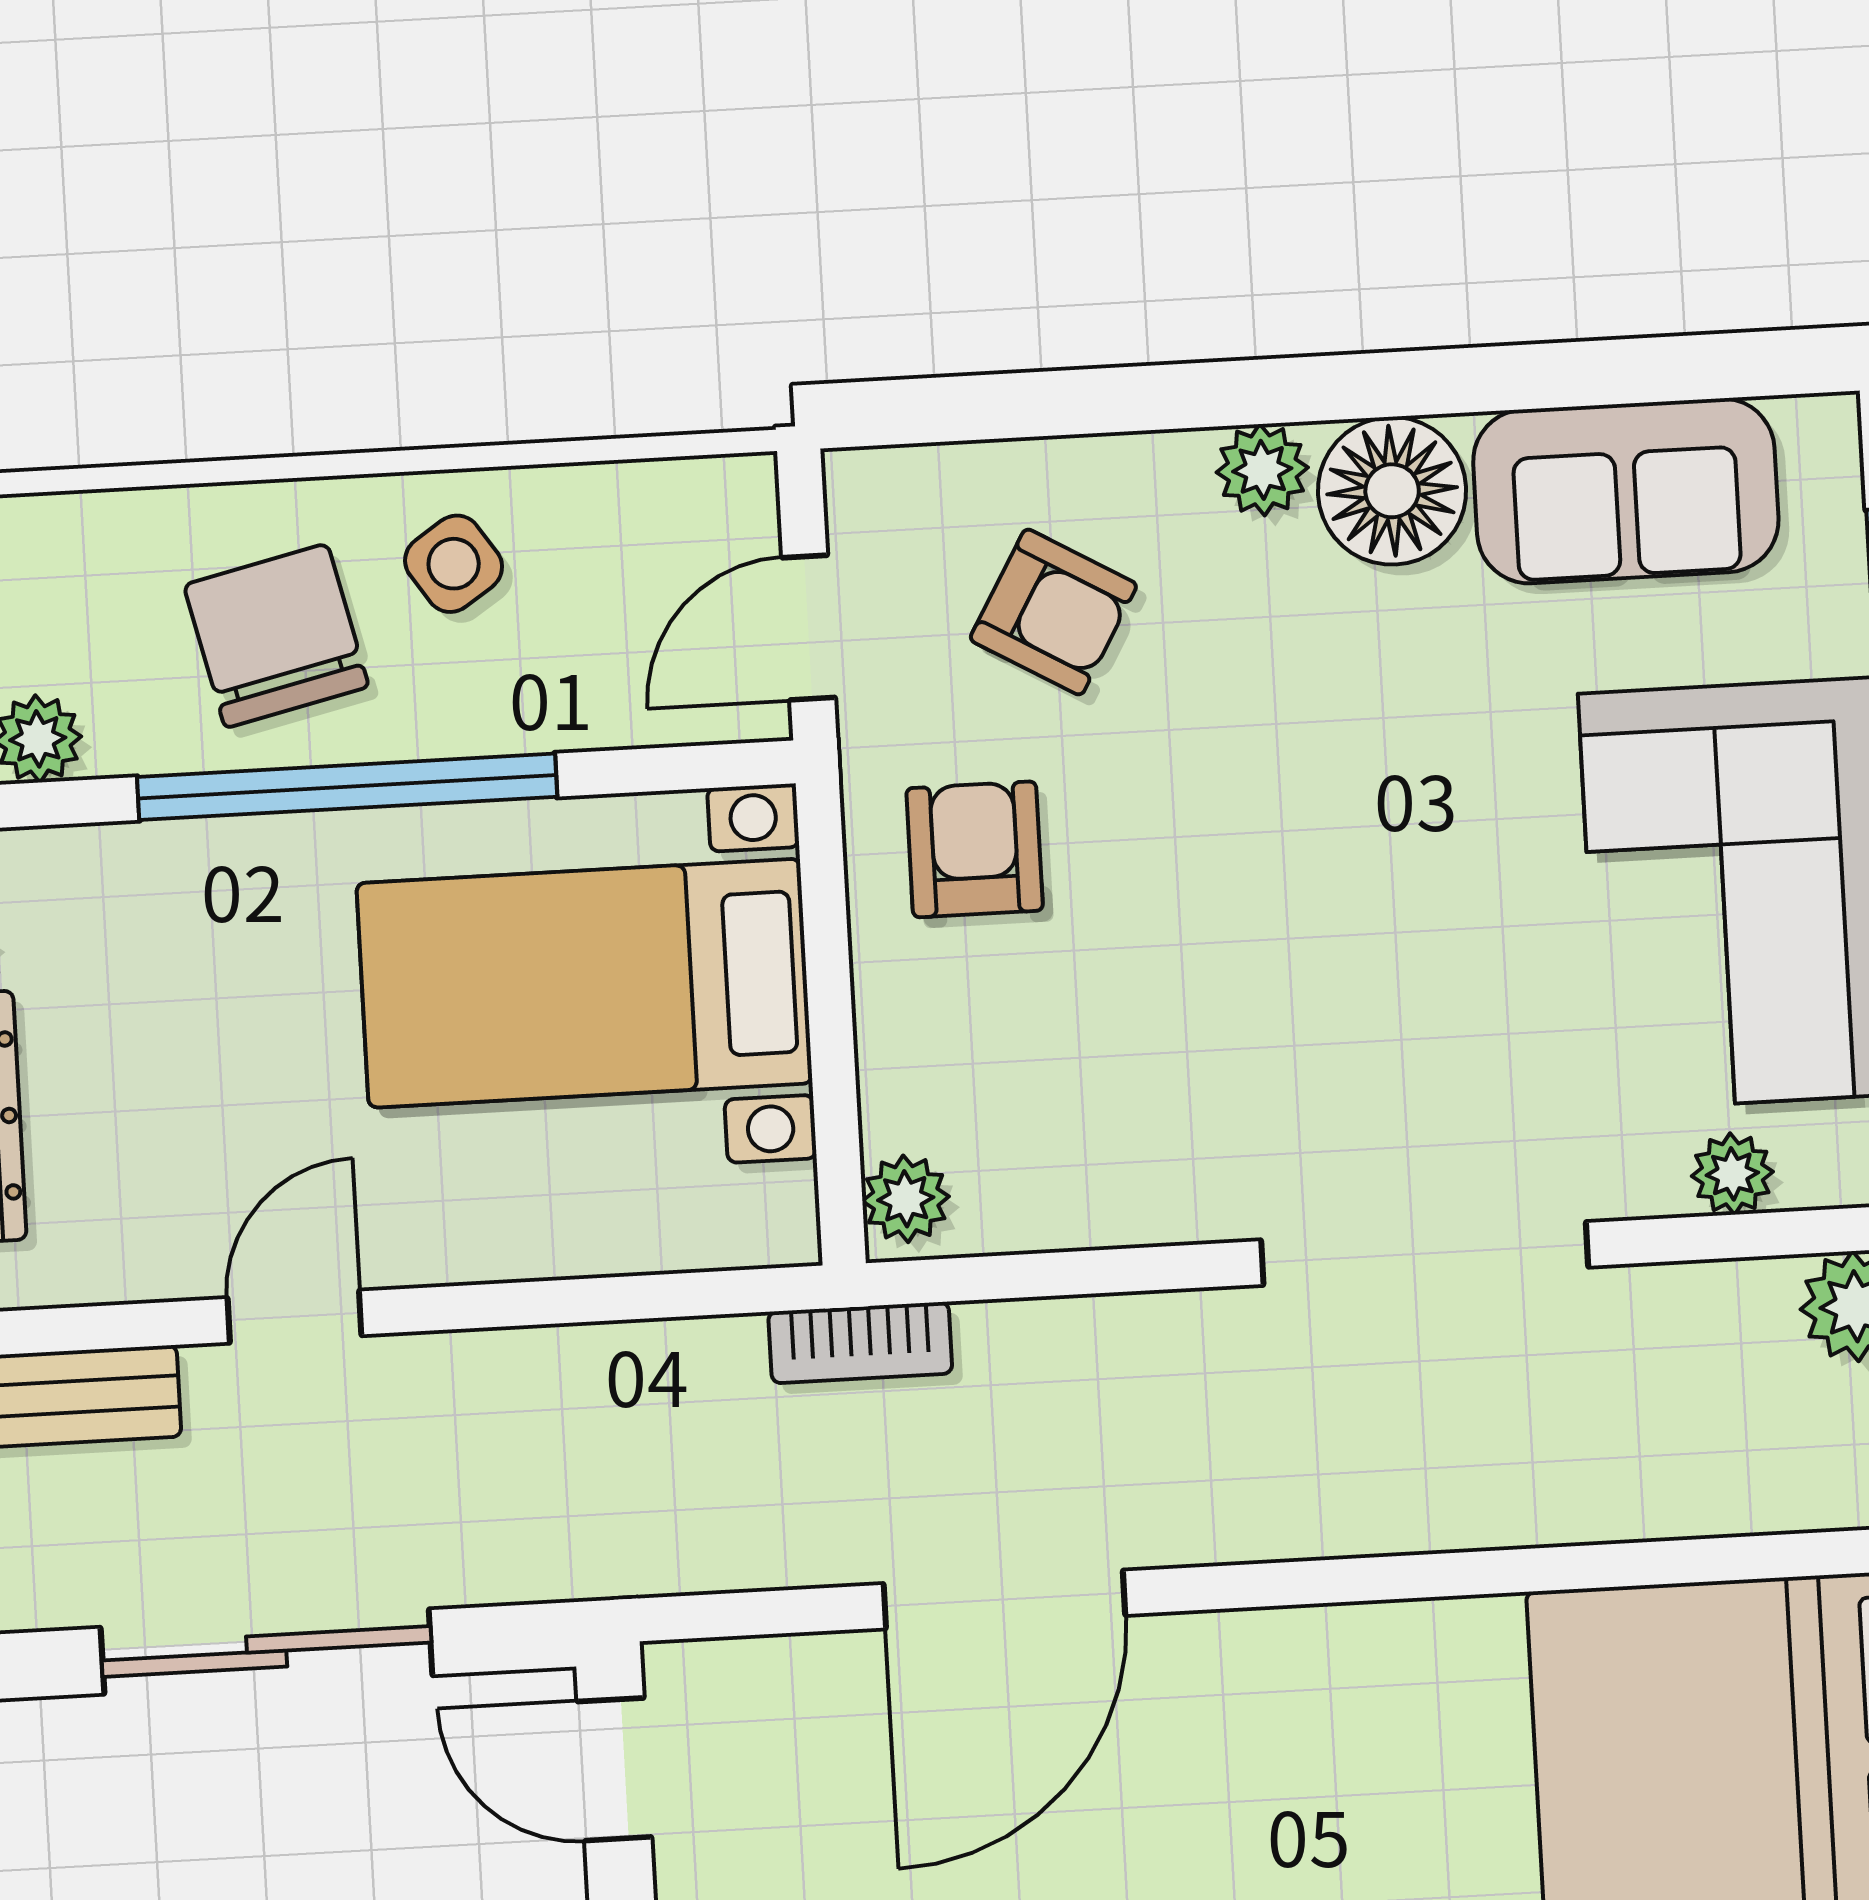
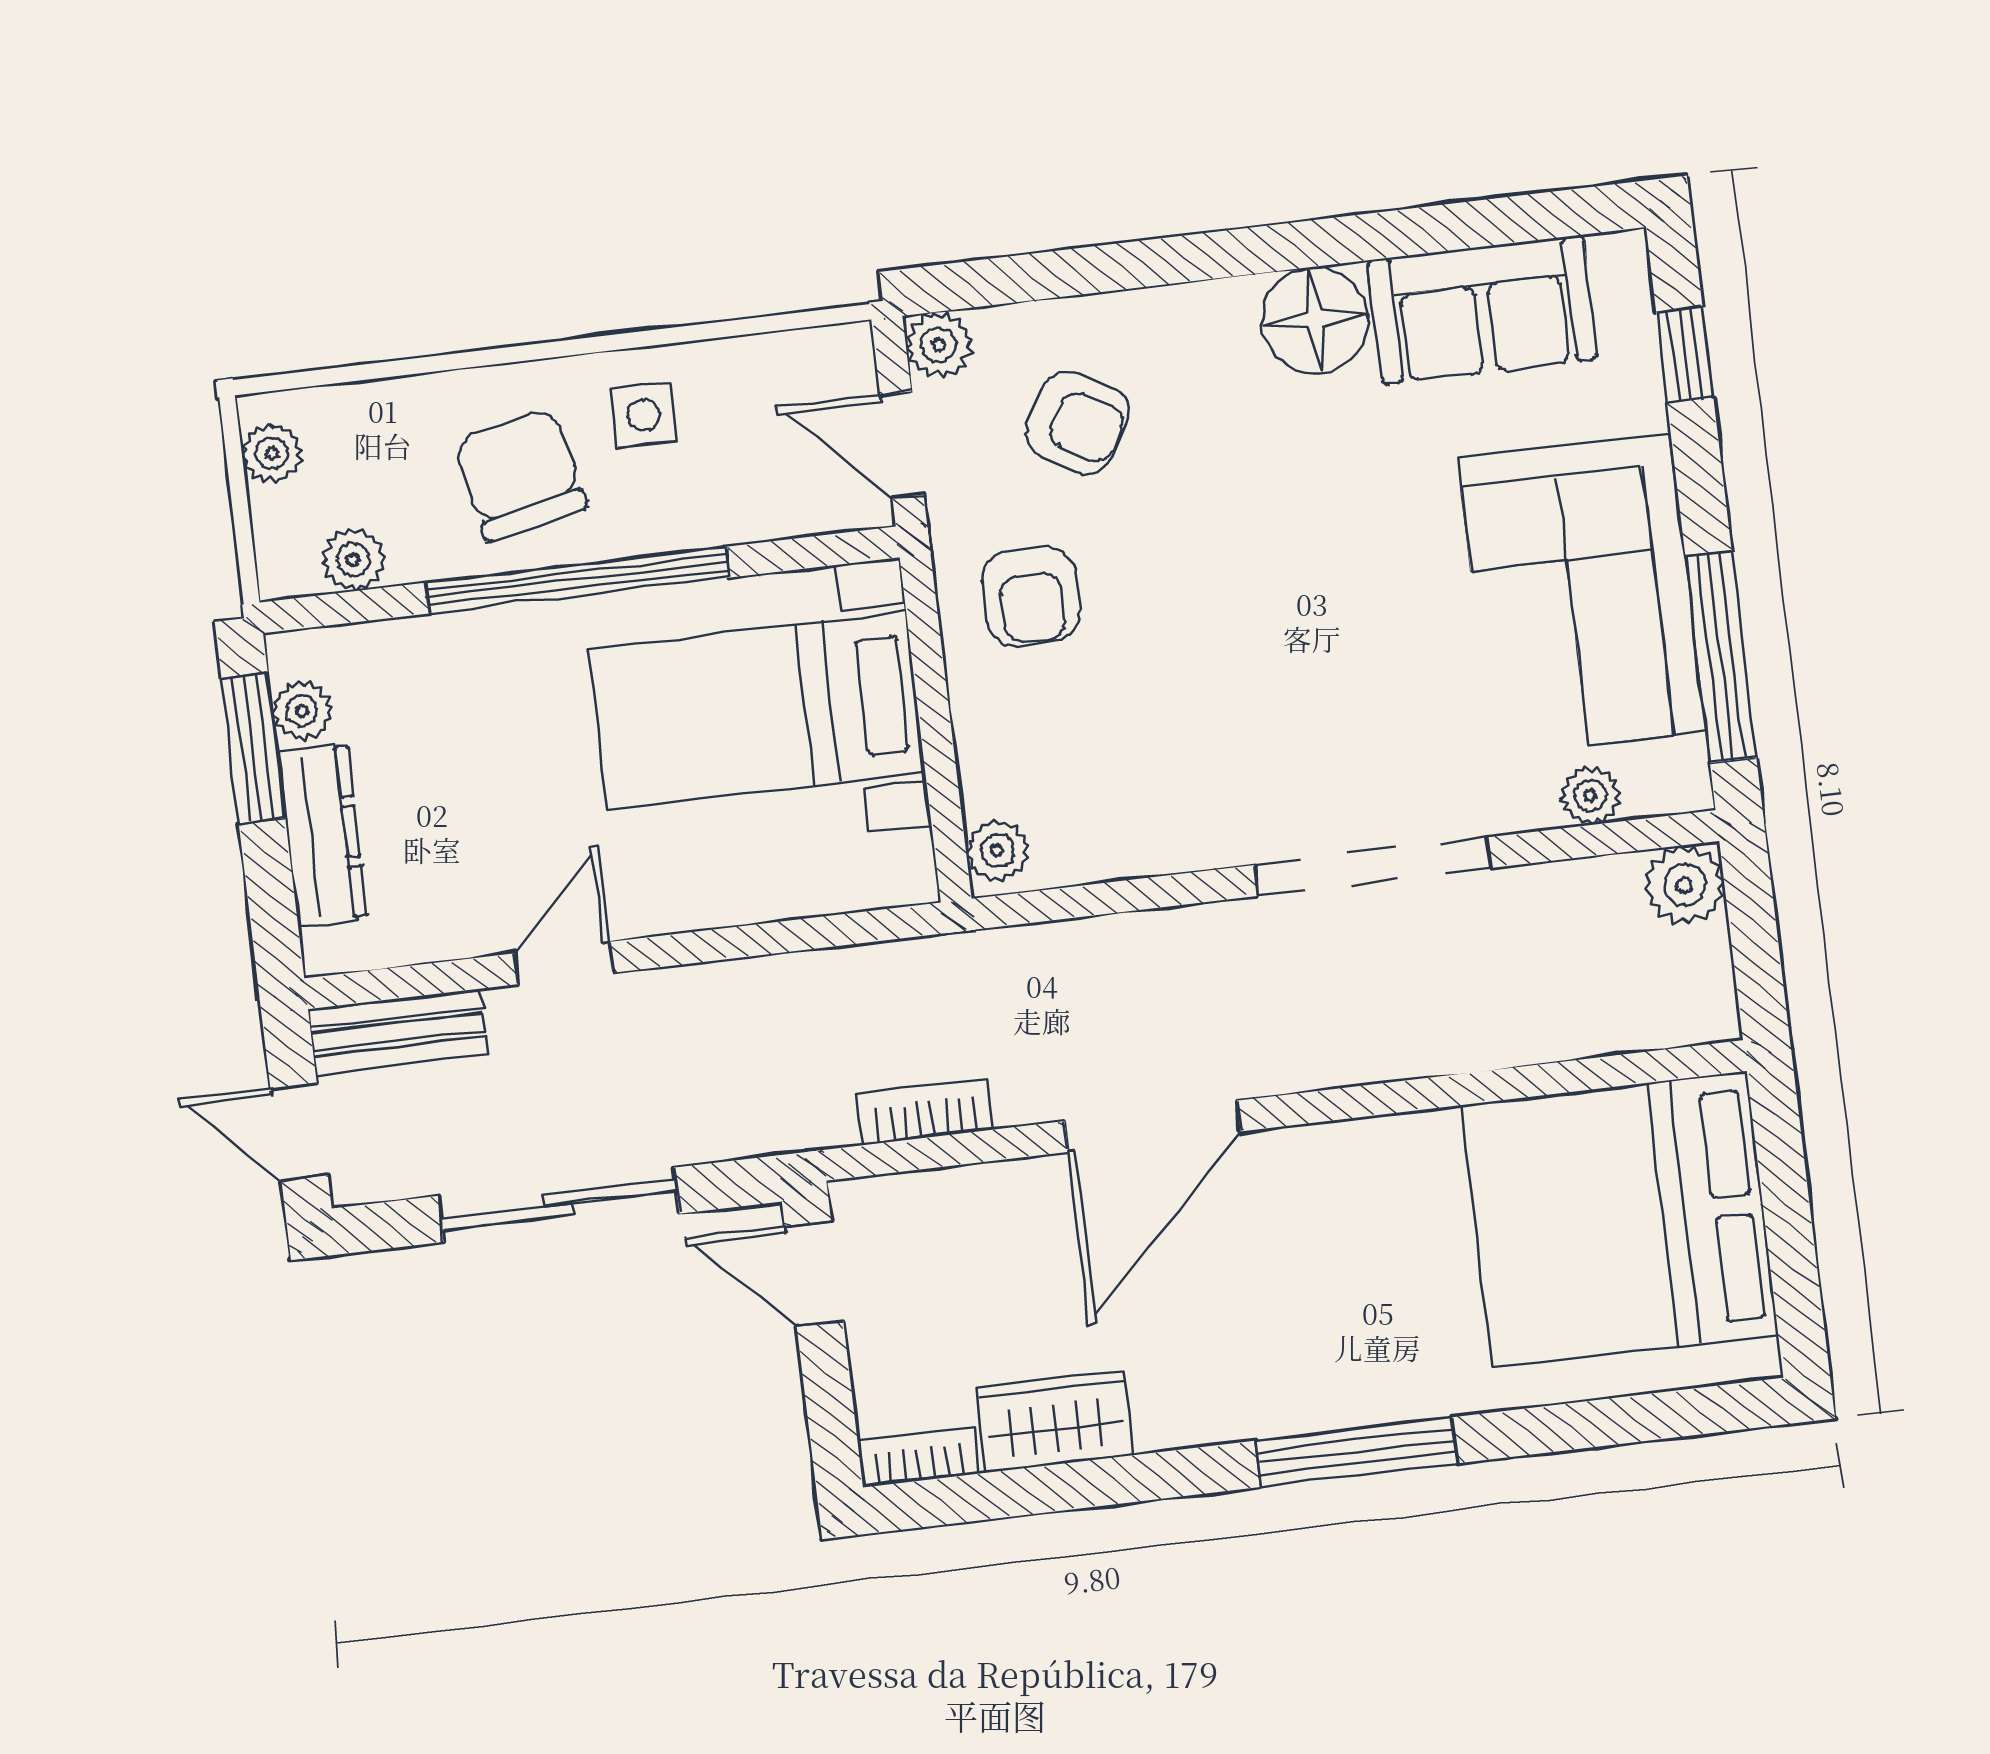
plant: (1262, 470) -> (939, 345), moved
side table: (454, 564) -> (644, 415), turned 34
door: (809, 628) -> (902, 445), hinge flipped
armchair: (975, 849) -> (1031, 597), turned 180
bookcase: (860, 1343) -> (925, 1112), moved, turned 180
door: (1004, 1599) -> (1153, 1126), moved

